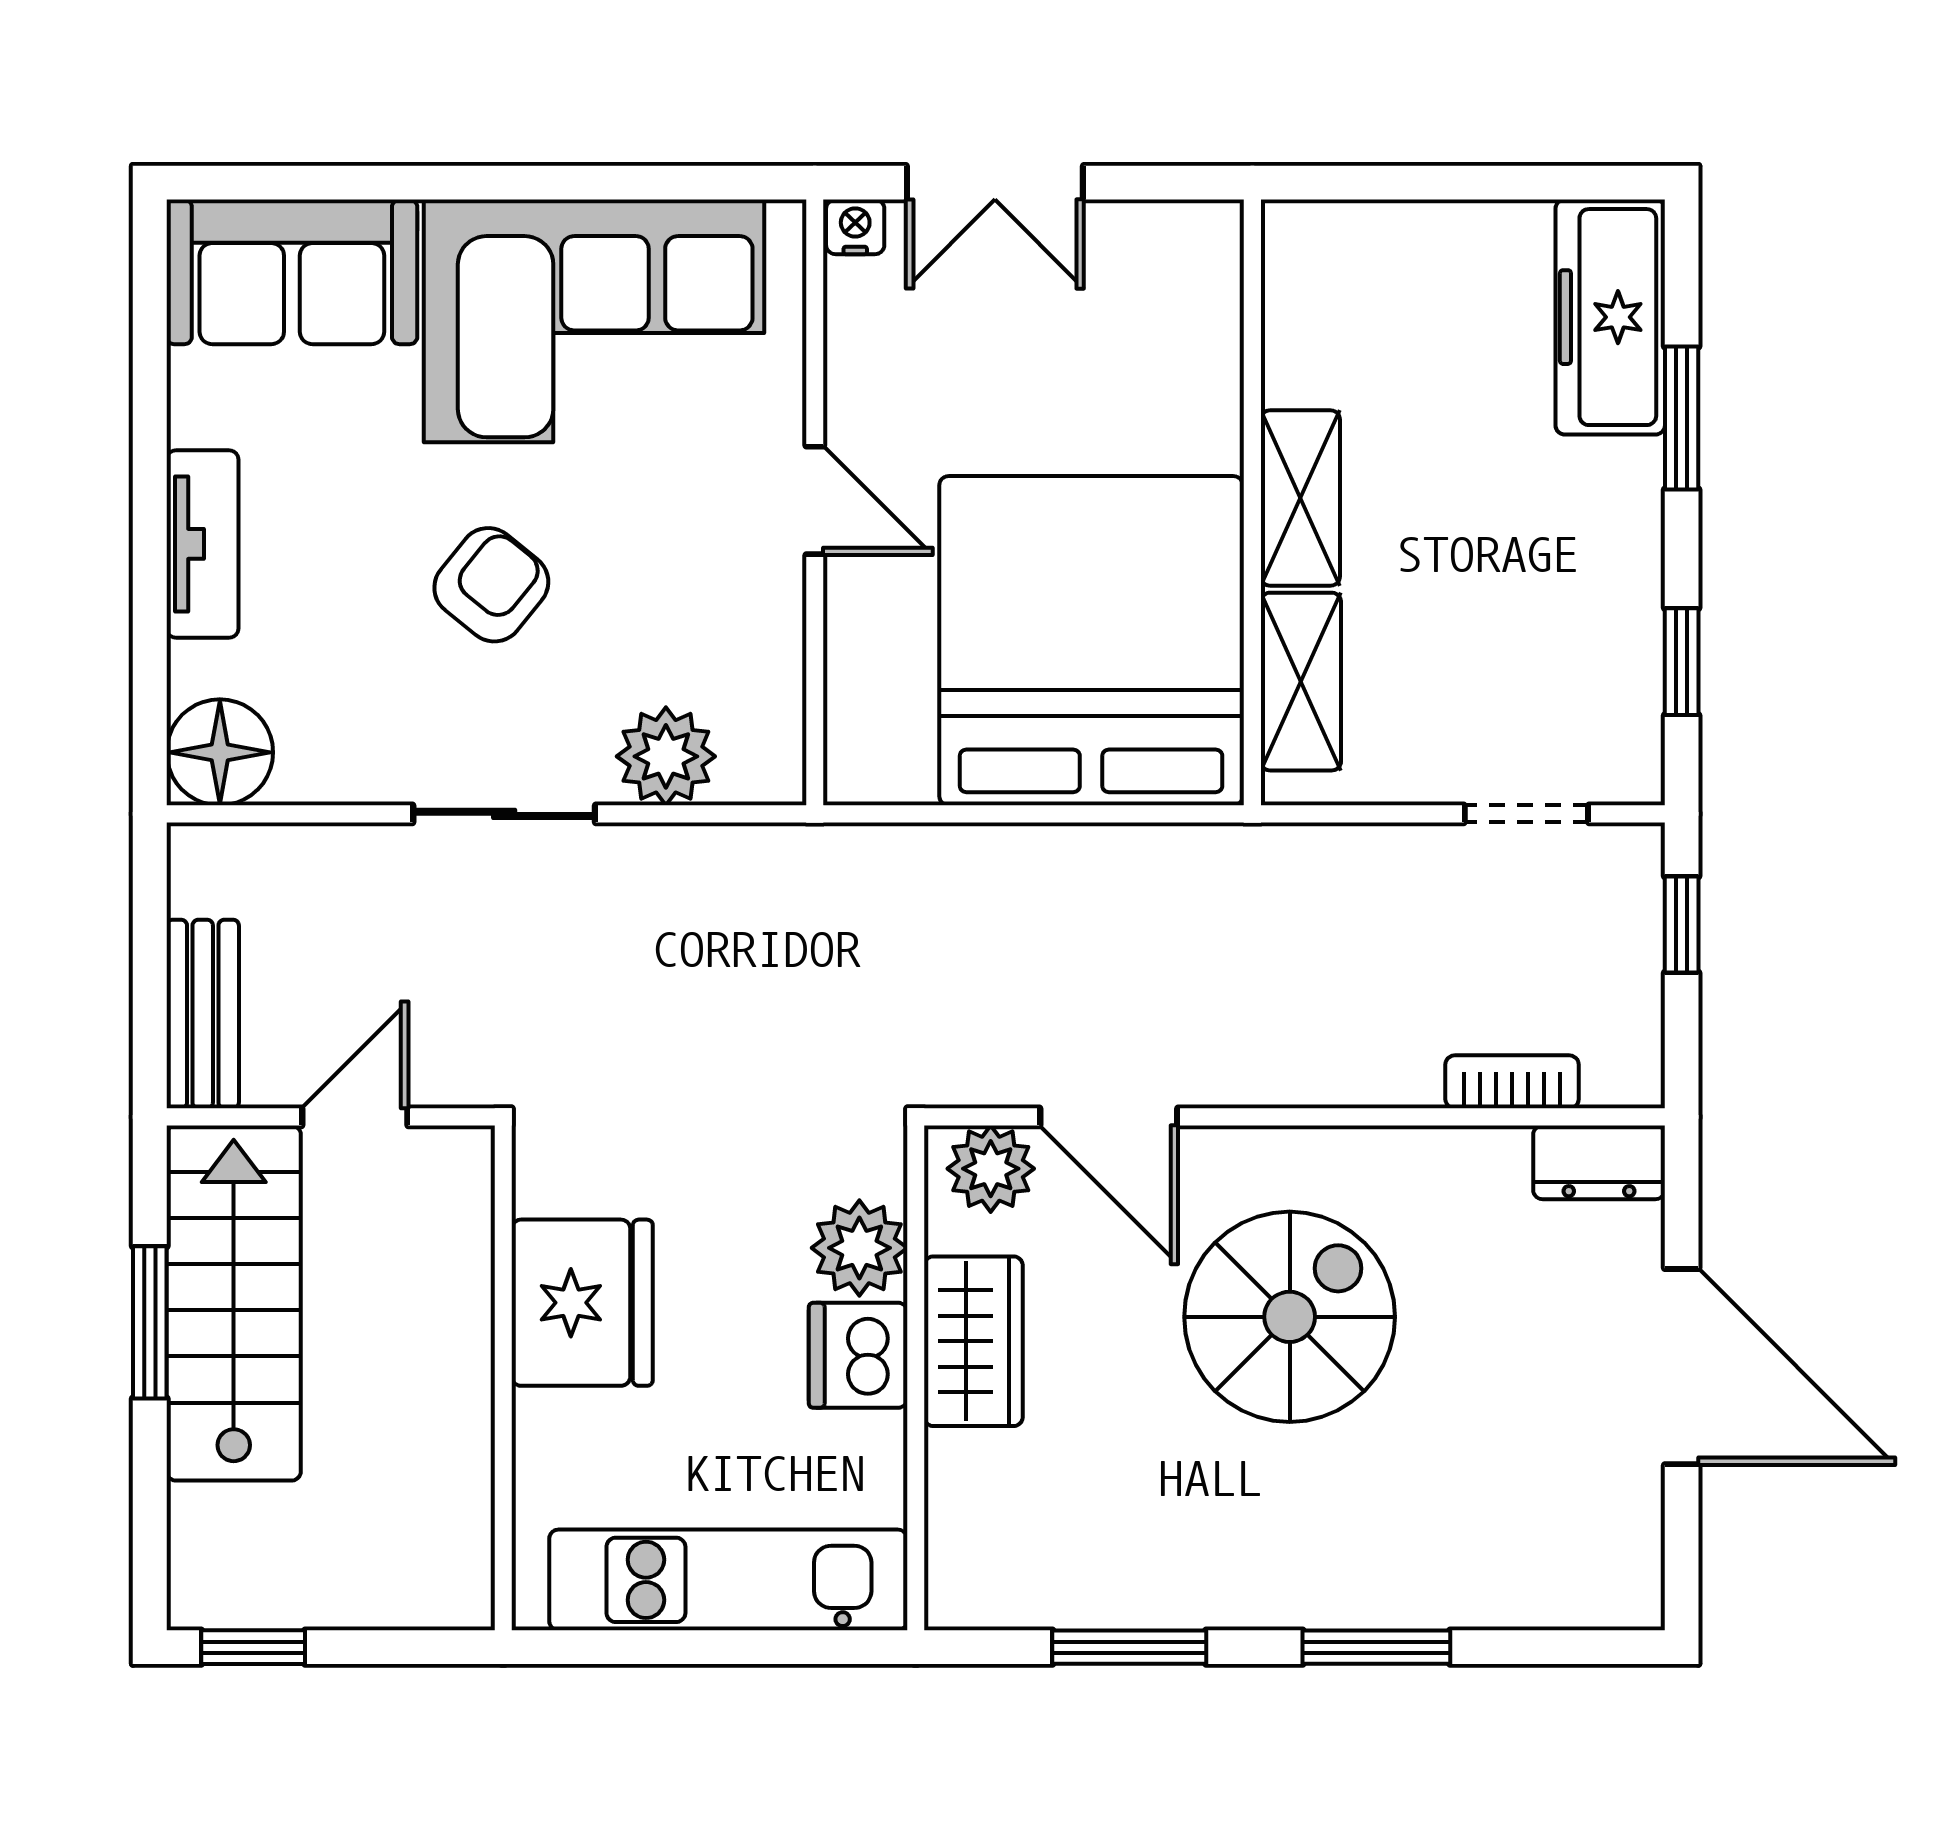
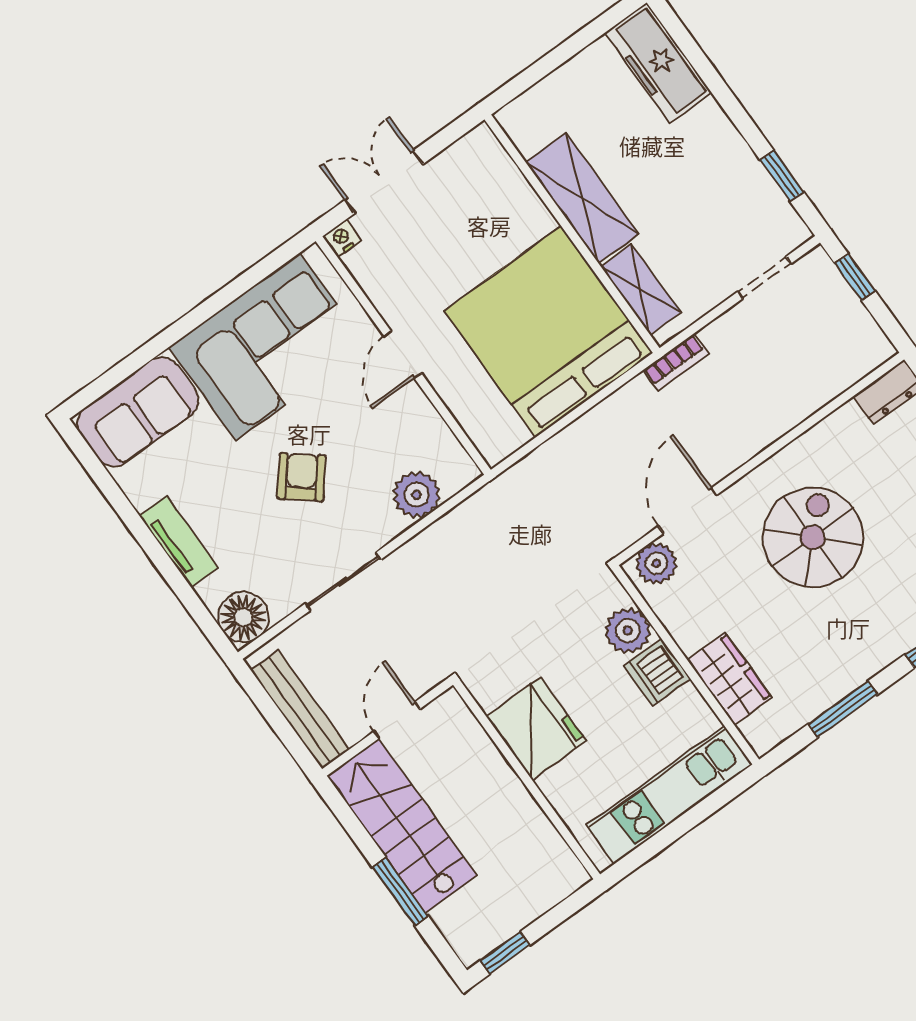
double door: (995, 183) -> (384, 182), swing flipped
window: (1682, 418) -> (714, 82), removed
shelving: (1300, 498) -> (582, 198), width x1.50, depth x1.33
door: (815, 500) -> (403, 355), swing flipped
sliding door: (504, 814) -> (343, 582), moved
bench: (203, 1014) -> (300, 710), width x1.36
bookcase: (1512, 1082) -> (676, 362), moved, turned 180
door: (1109, 1117) -> (687, 511), swing flipped
window: (150, 1322) -> (400, 891), moved
wardrobe: (973, 1341) -> (729, 679), moved

